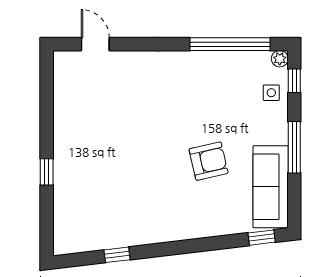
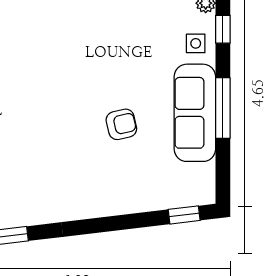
armchair: (209, 161) -> (121, 124), width x0.72, depth x0.72
sofa: (271, 187) -> (195, 113), moved

